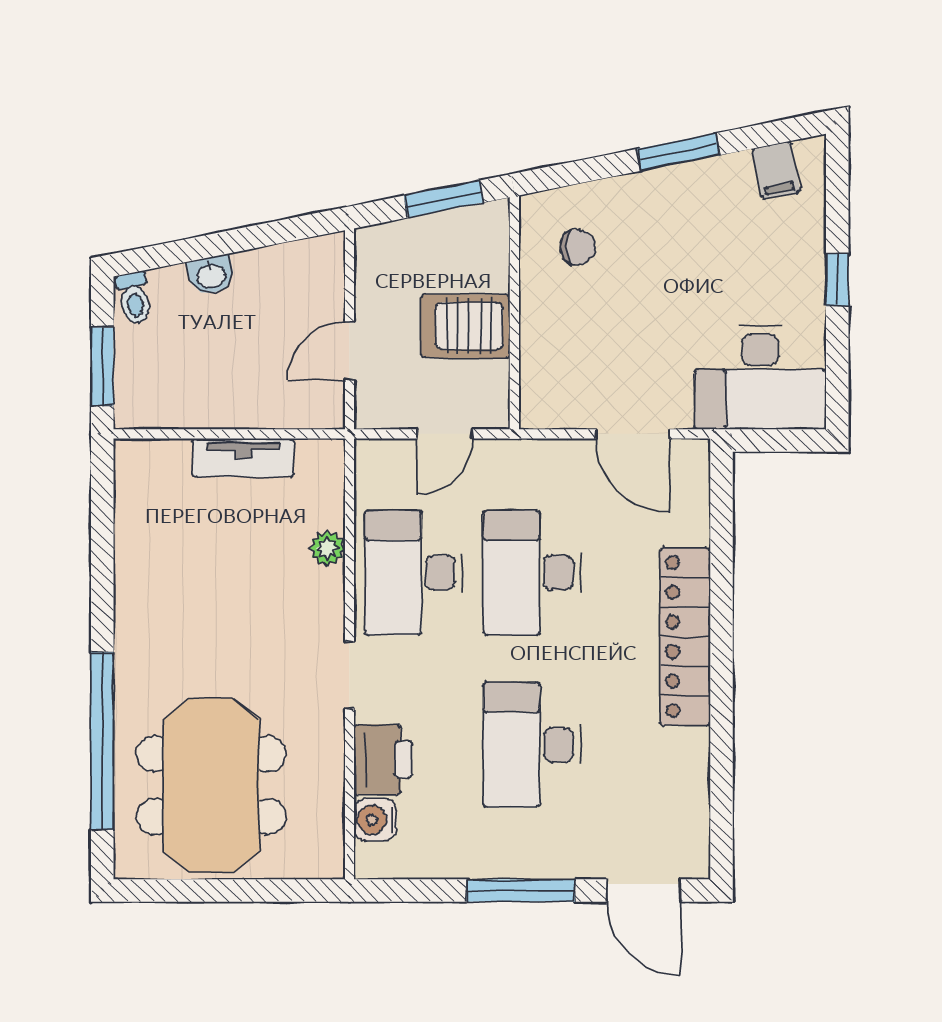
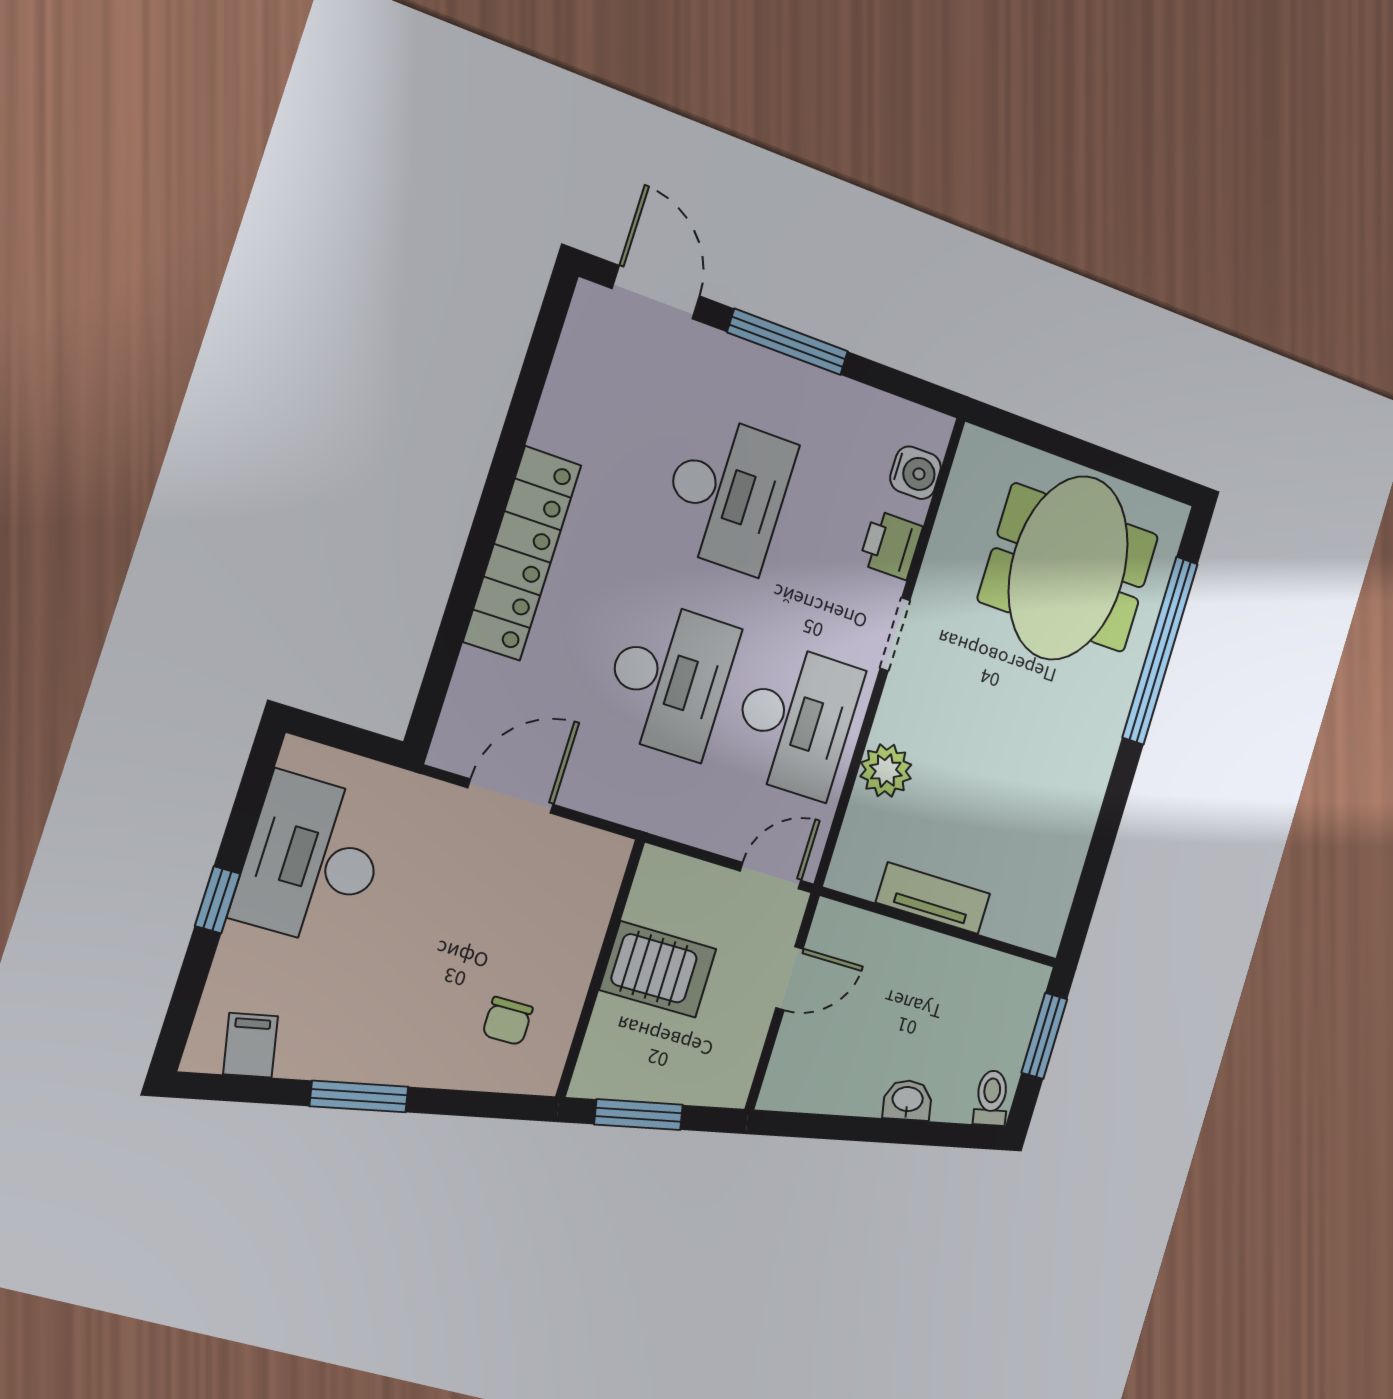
chair: (578, 247) -> (508, 1021), turned -90
desk: (760, 378) -> (312, 860), moved, turned -90
door: (445, 434) -> (771, 876), moved
door: (633, 434) -> (511, 796), hinge flipped
plant: (327, 548) -> (886, 771), width x1.38, depth x1.38
printer: (383, 760) -> (891, 545), width x0.73, depth x0.81

